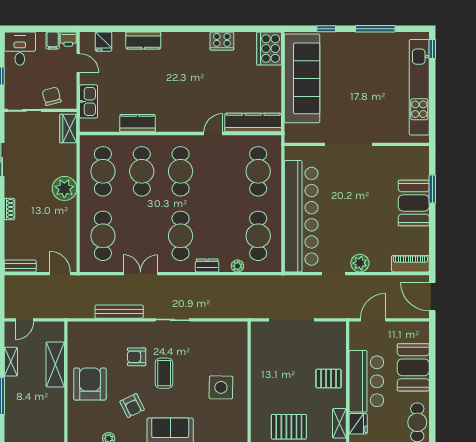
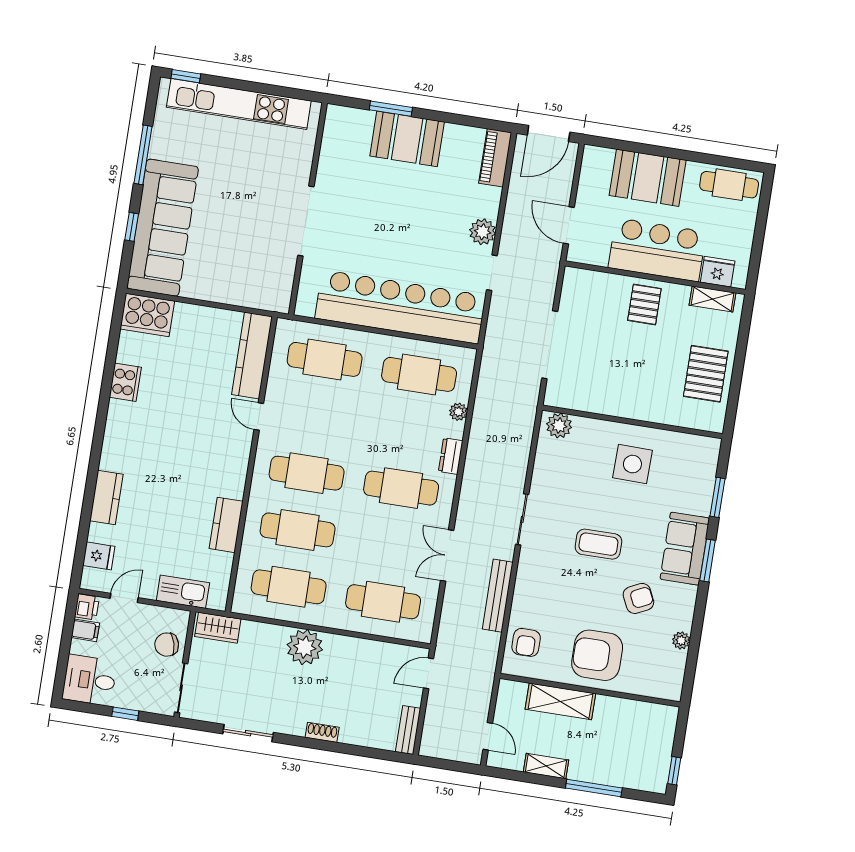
sofa: (302, 78) -> (163, 228), moved, turned 90
plant: (239, 334) -> (559, 426), added
armchair: (137, 357) -> (526, 642), moved

